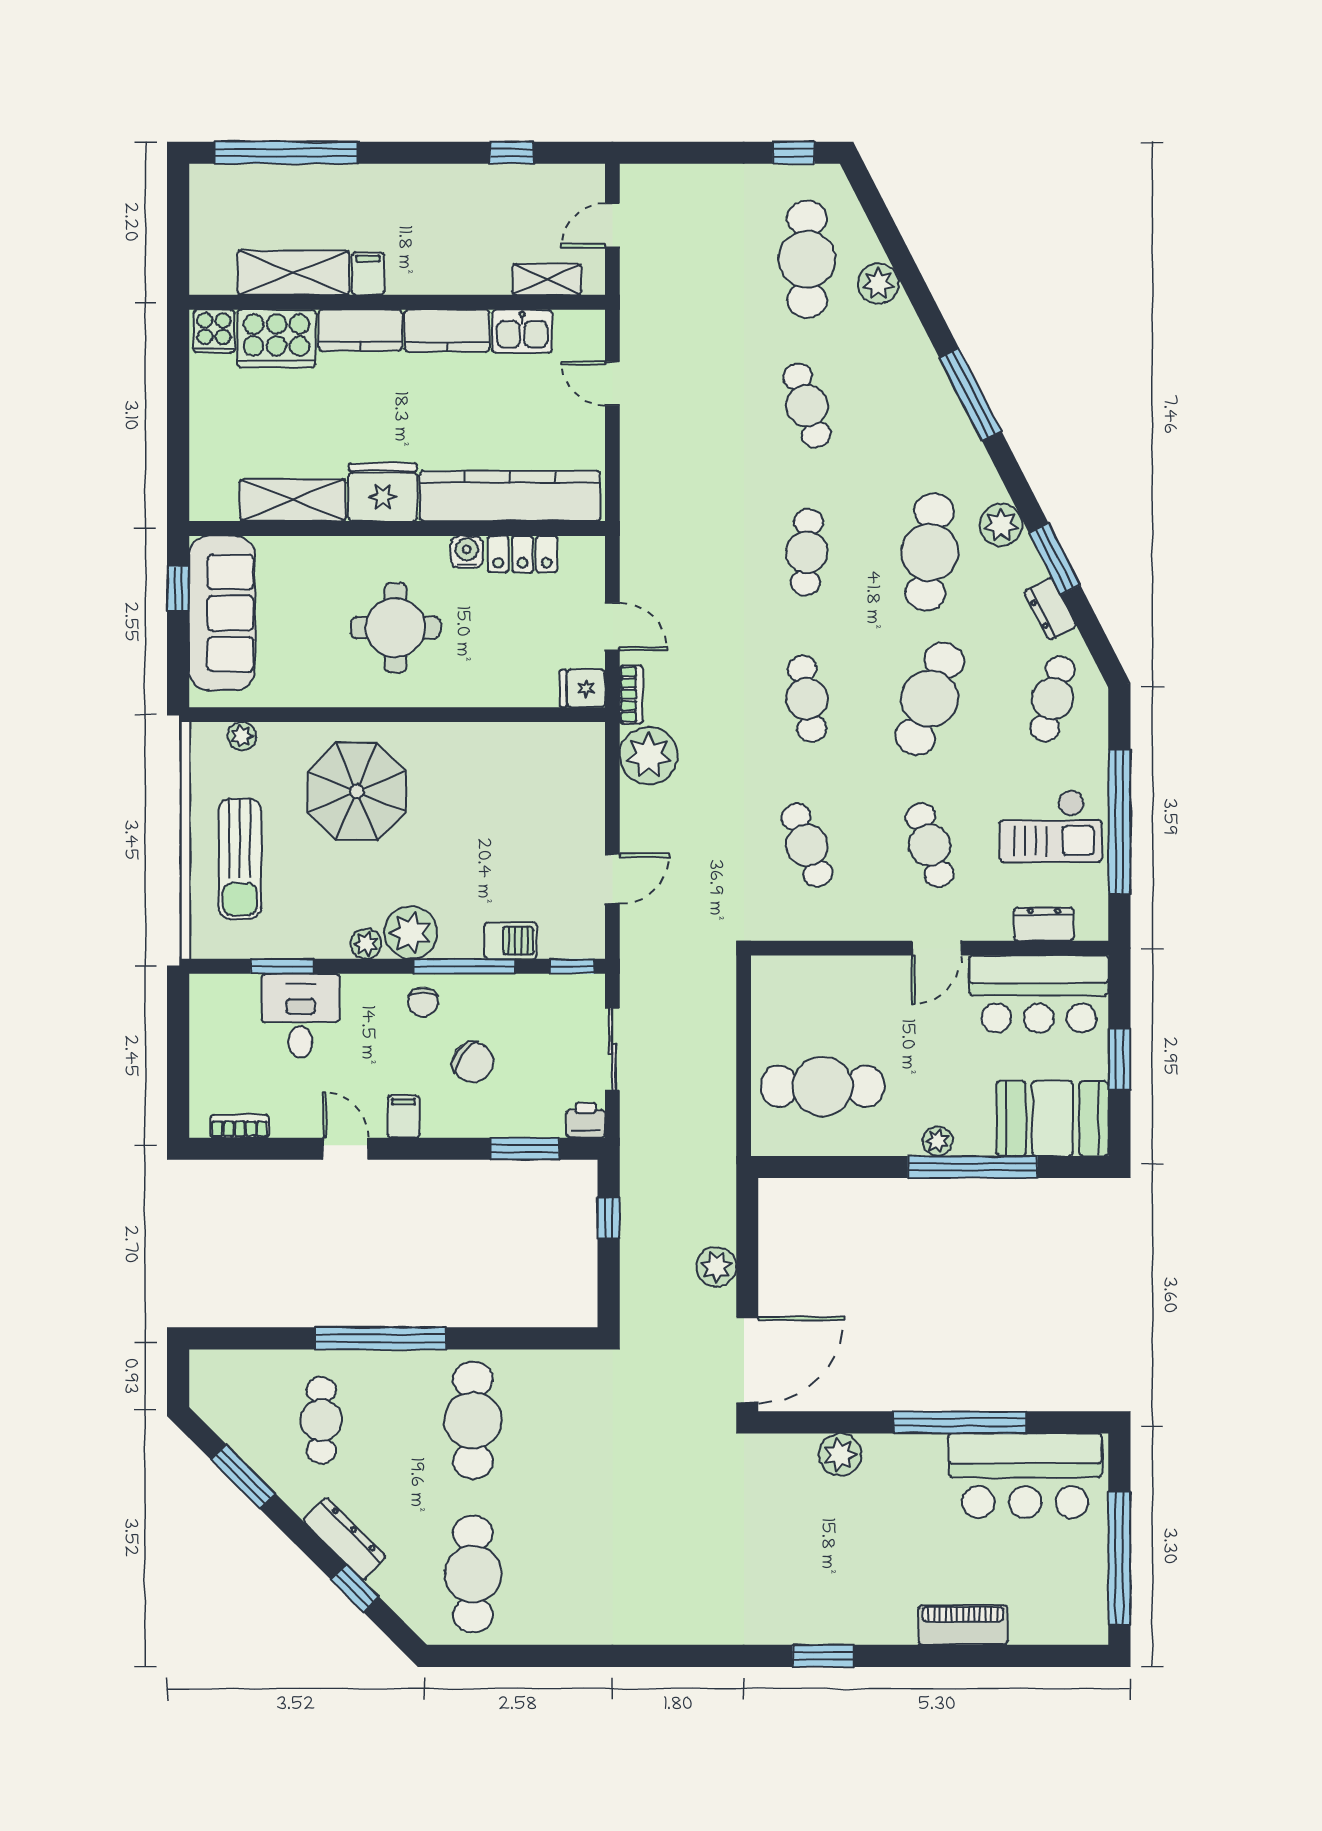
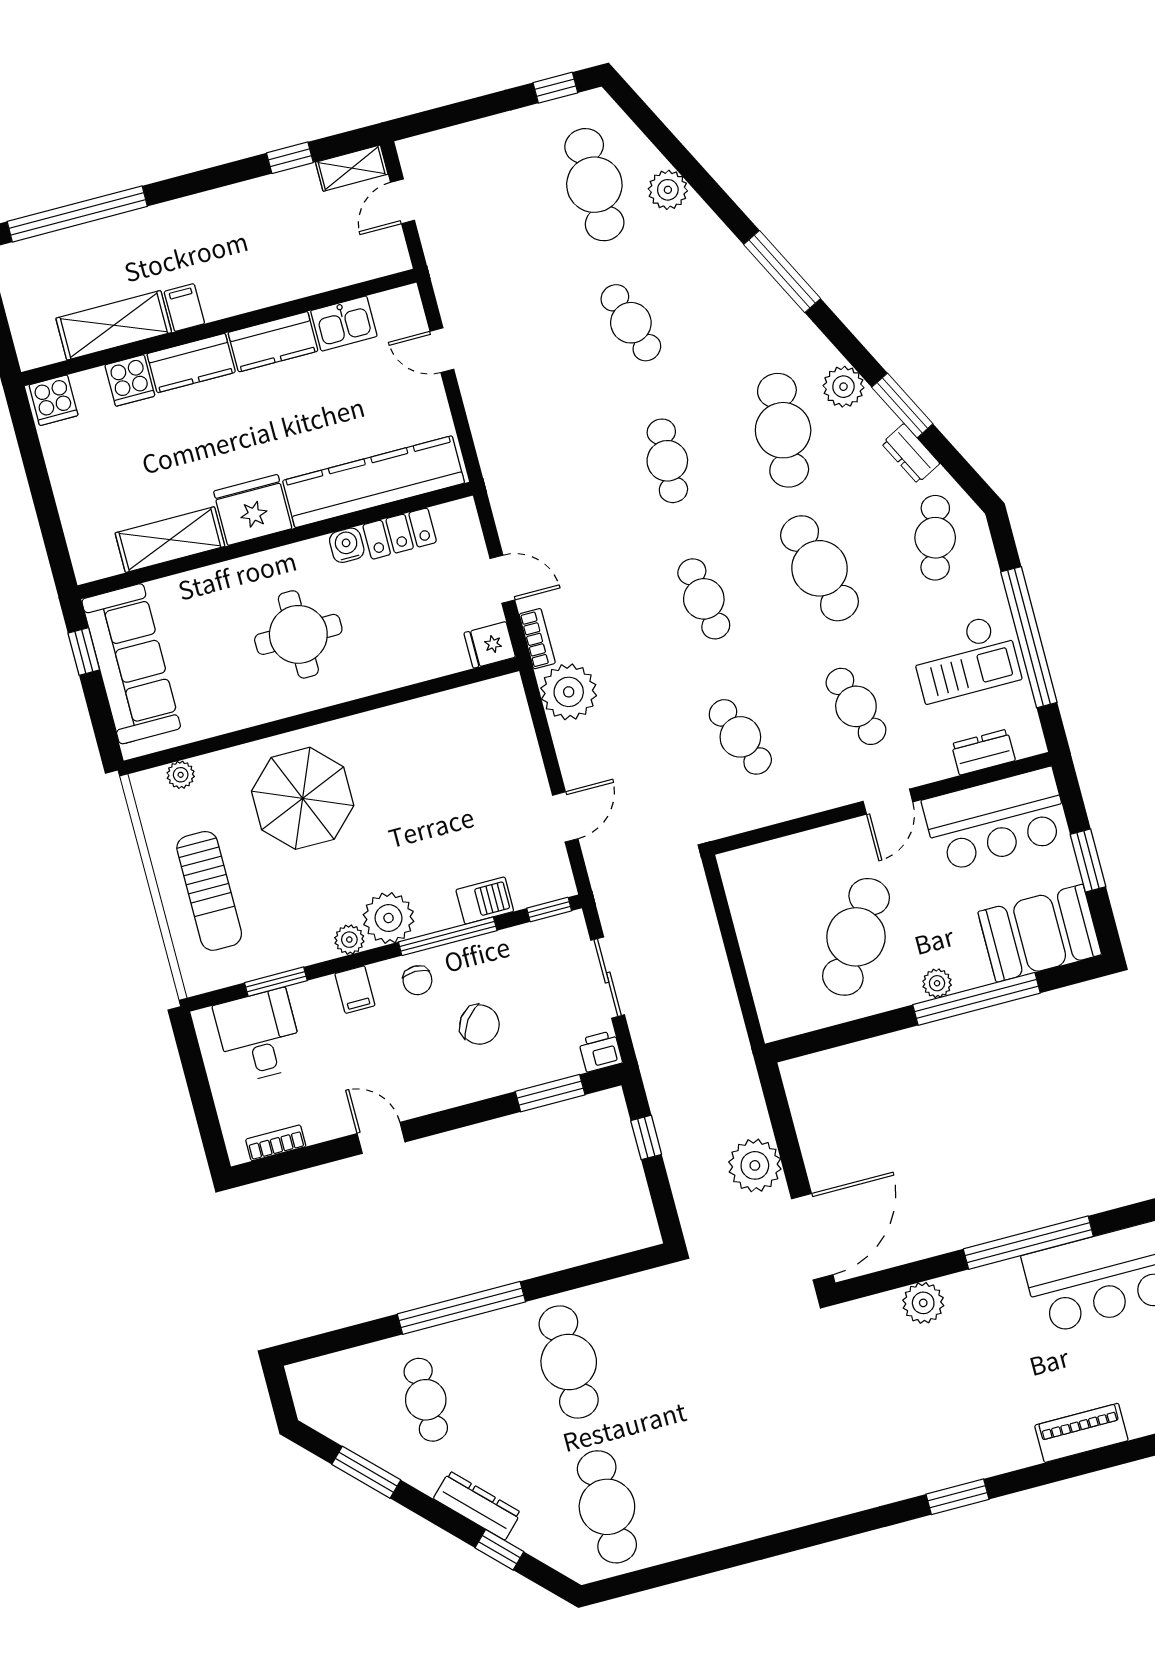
shelving: (547, 279) -> (352, 168), moved
cooker: (277, 338) -> (130, 380), width x0.53, depth x0.76
cafe table: (930, 699) -> (820, 568), turned -36
desk: (301, 1016) -> (259, 1036), moved
cafe table: (823, 1086) -> (856, 937), moved, turned -57
filing cabinet: (403, 1116) -> (355, 990), moved, turned 180
plant: (716, 1267) -> (755, 1165), width x1.36, depth x1.36

